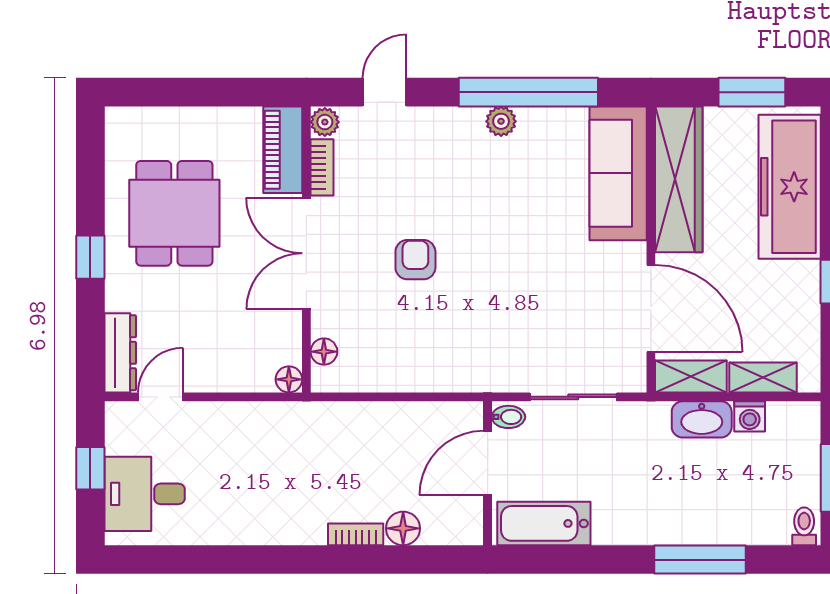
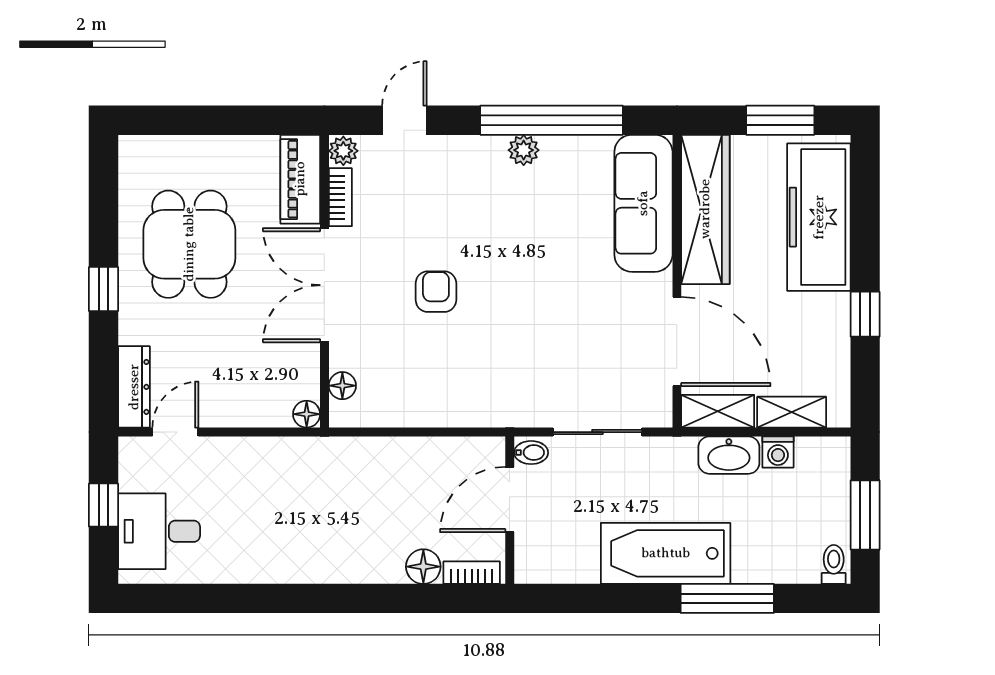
bathtub: (544, 523) -> (666, 553), moved, width x1.36, depth x1.36
bookcase: (356, 534) -> (472, 573), moved

